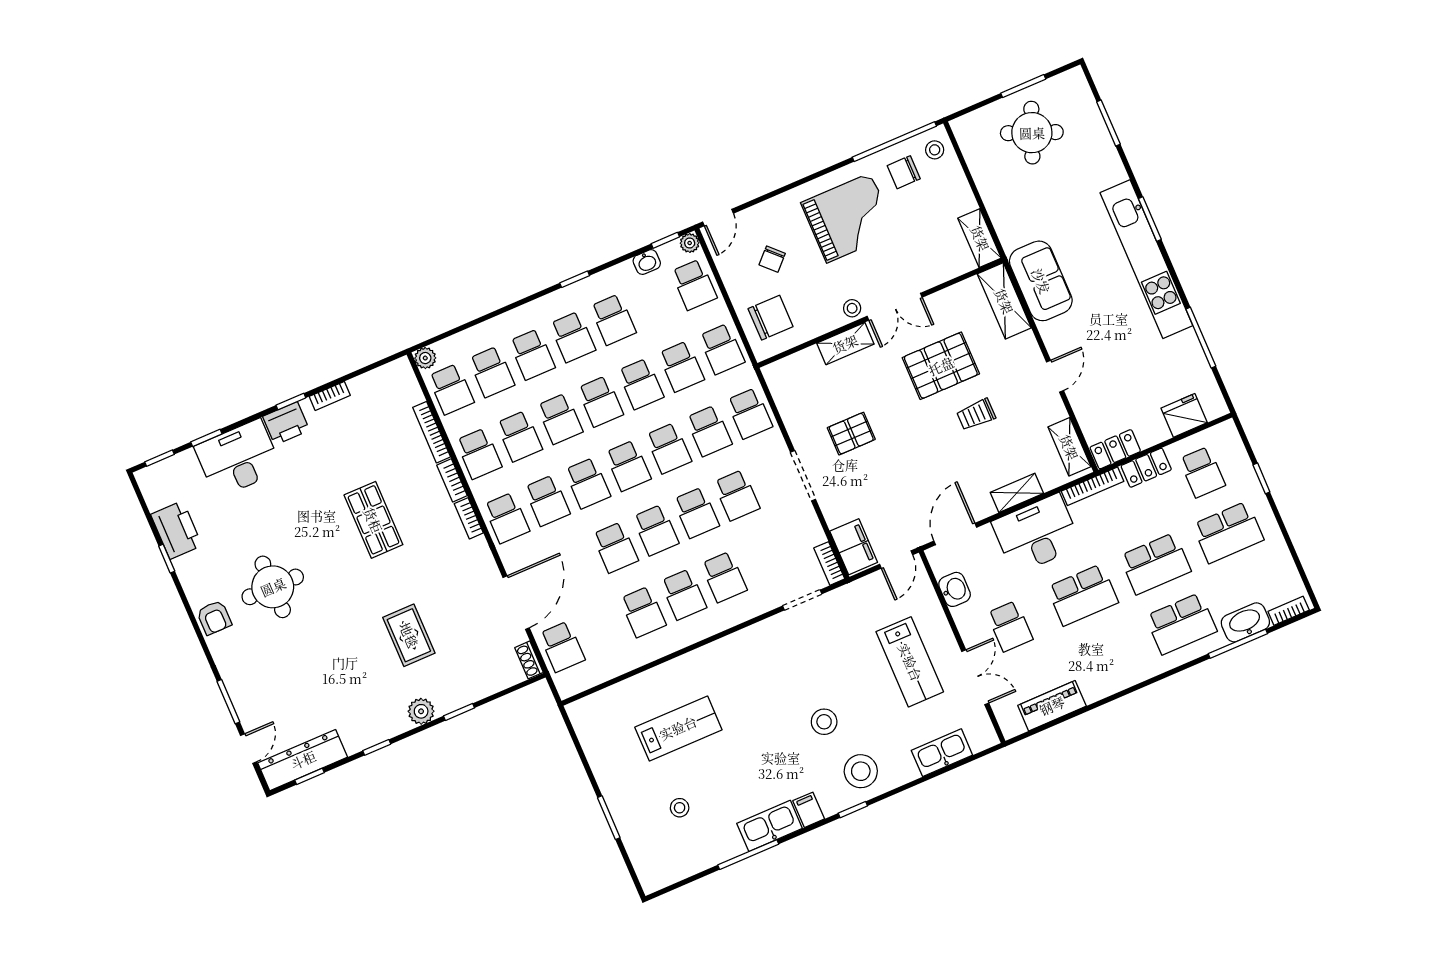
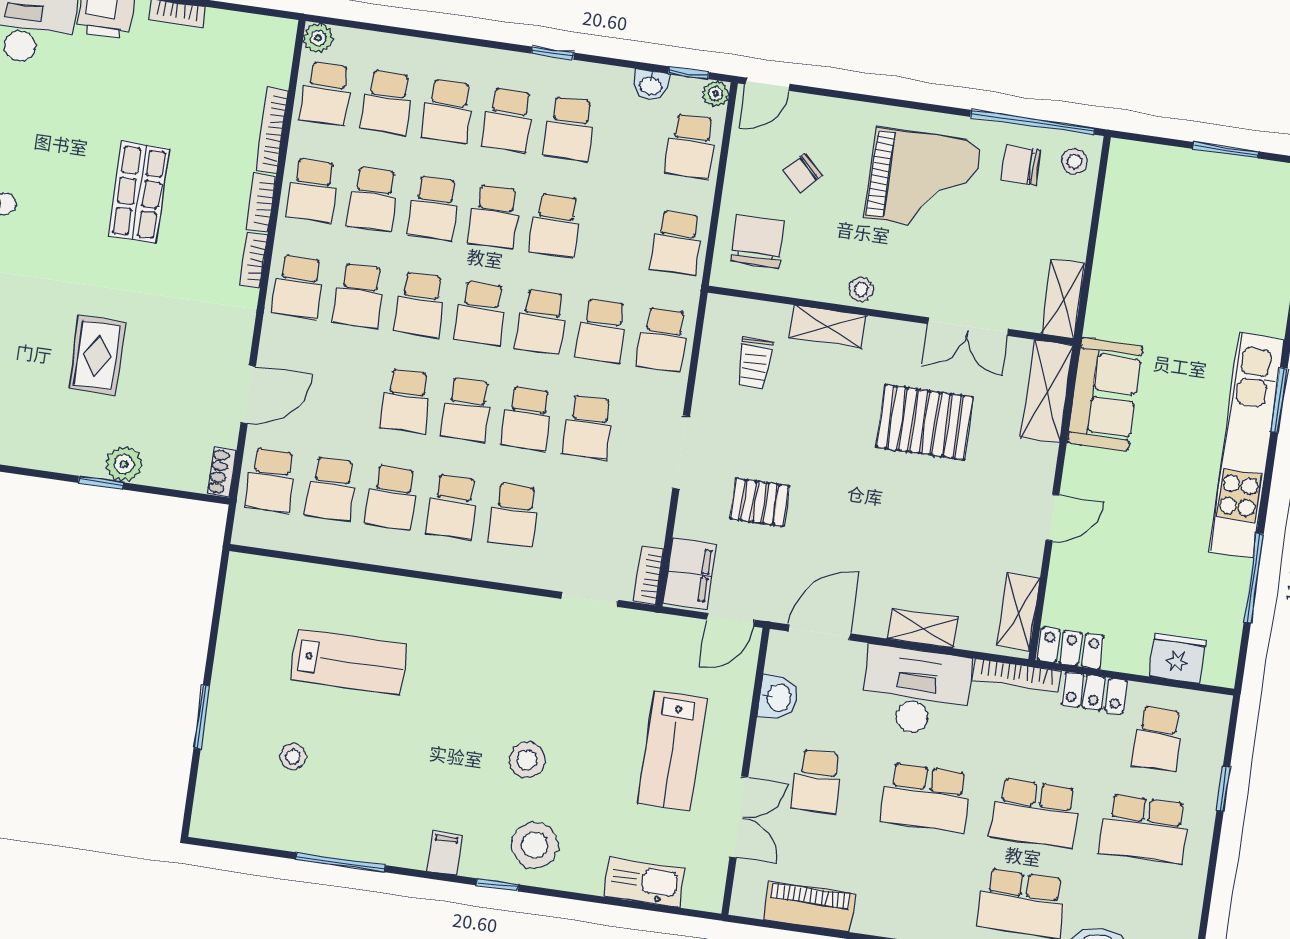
round table: (1032, 133) -> (1202, 212), removed
double door: (895, 307) -> (968, 327), moved
chair: (771, 318) -> (757, 241), turned -90
school desk: (681, 366) -> (331, 489), moved
trolley: (976, 415) -> (755, 363), moved, turned -90
pallet: (851, 434) -> (760, 502), moved
door: (516, 603) -> (248, 394), width x0.73
plant: (421, 711) -> (124, 464), moved
kitchen sink: (770, 826) -> (387, 844), removed

